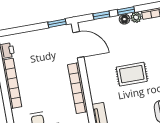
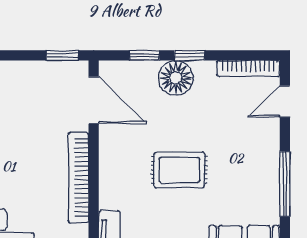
plant: (136, 17) -> (205, 70), removed
floor lamp: (124, 19) -> (176, 78), width x1.89, depth x1.89

